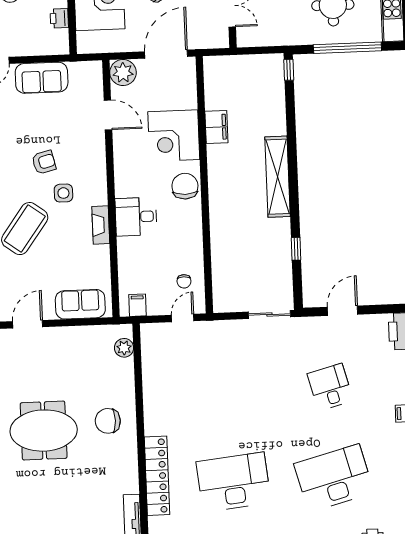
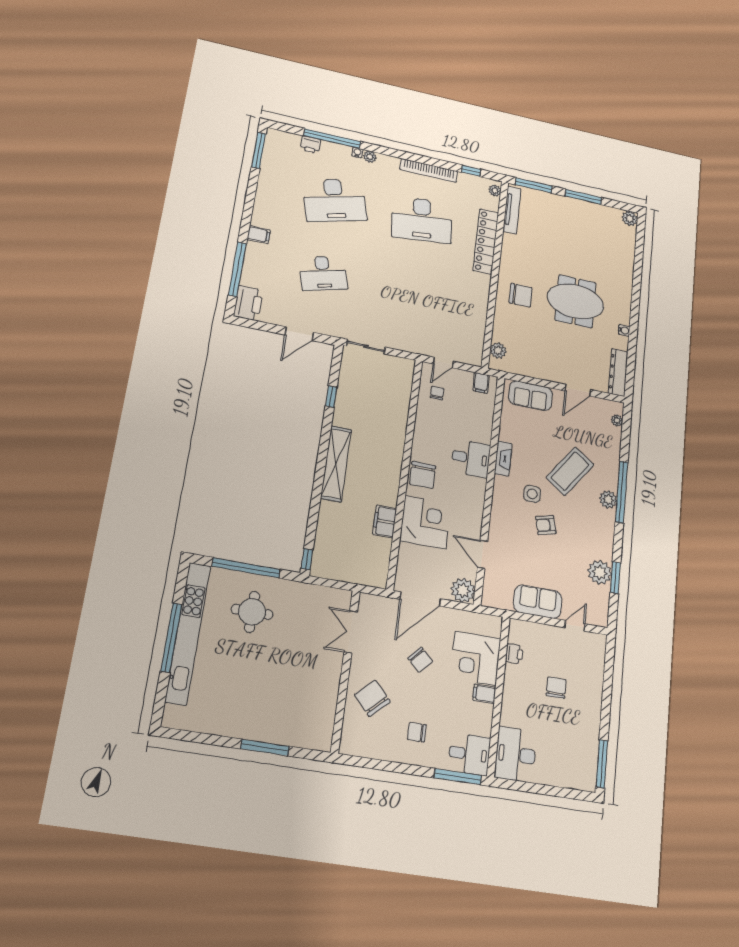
desk: (330, 387) -> (323, 273), width x1.37

